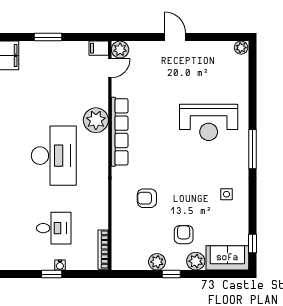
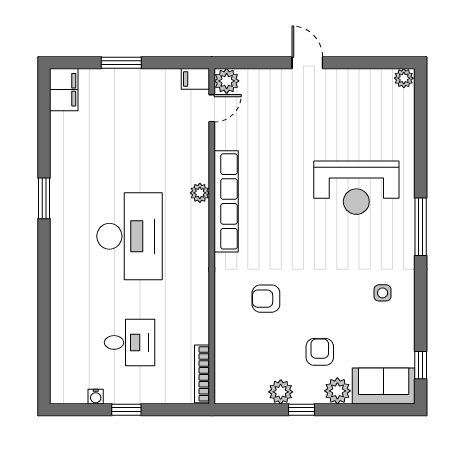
plant: (96, 120) -> (200, 193), width x0.53, depth x0.53
water cooler: (60, 265) -> (96, 397), moved

